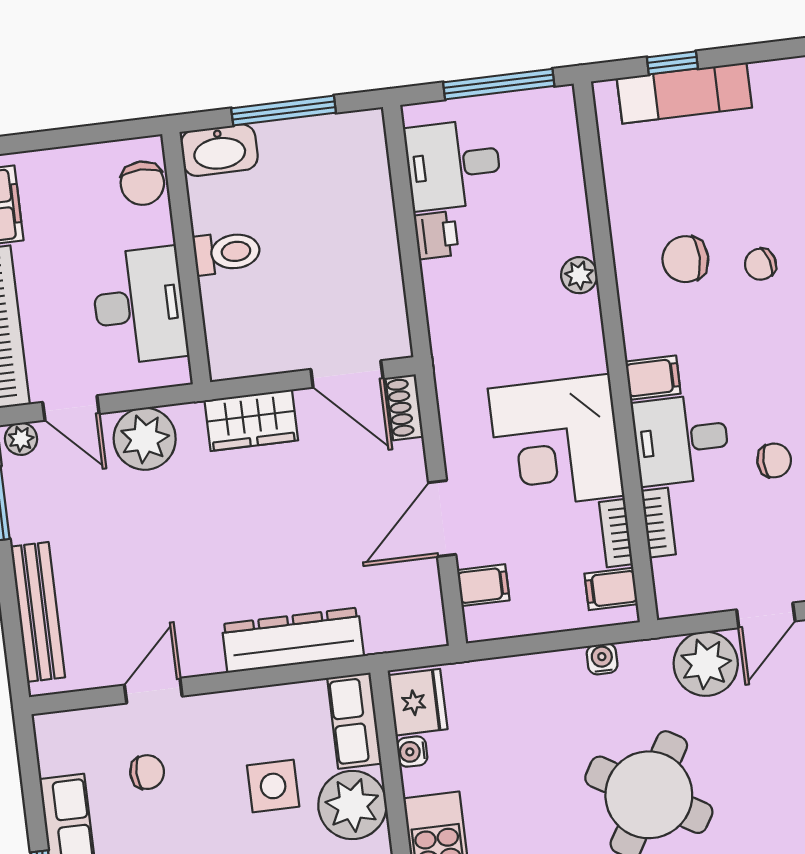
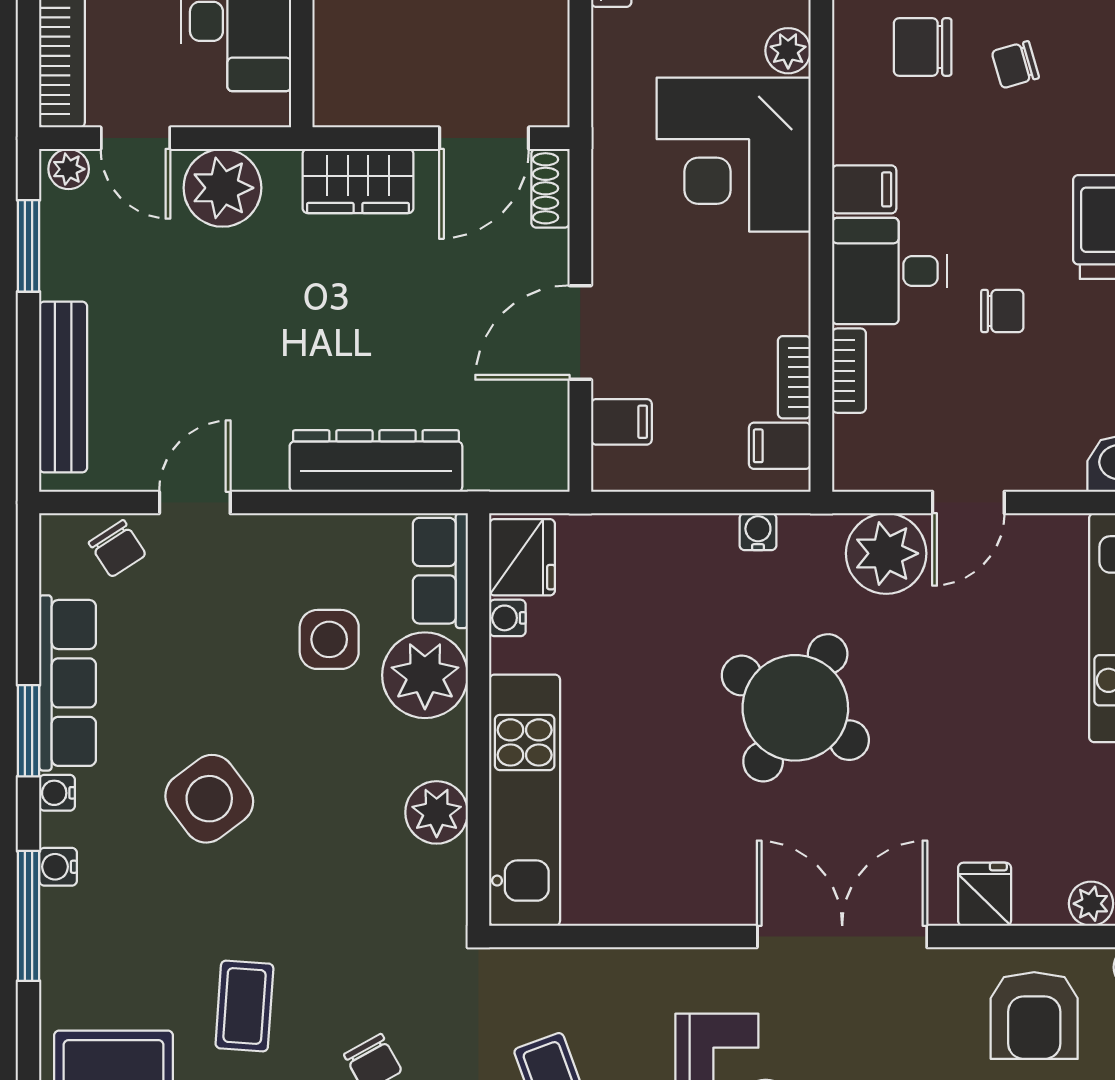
door: (347, 374) -> (484, 138), hinge flipped
corner desk: (556, 442) -> (734, 155), moved
chair: (147, 772) -> (117, 549), moved, turned 57

